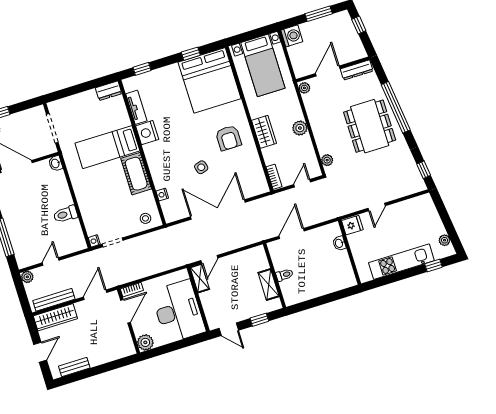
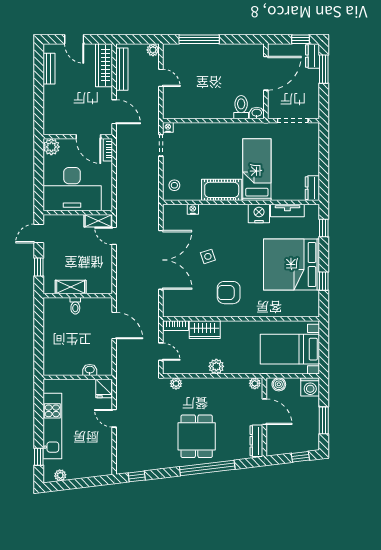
boiler: (298, 66) -> (279, 384), added
bed: (210, 80) -> (292, 265), moved
dining table: (370, 126) -> (197, 436), width x0.73
wardrobe: (264, 132) -> (205, 330), moved
toilet: (65, 214) -> (241, 107), moved

